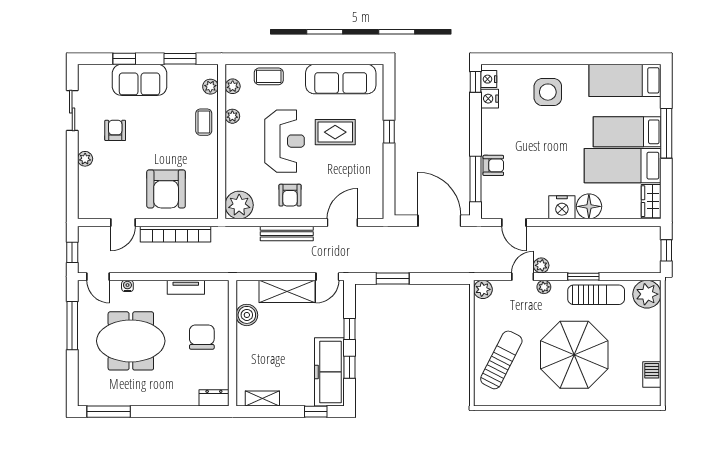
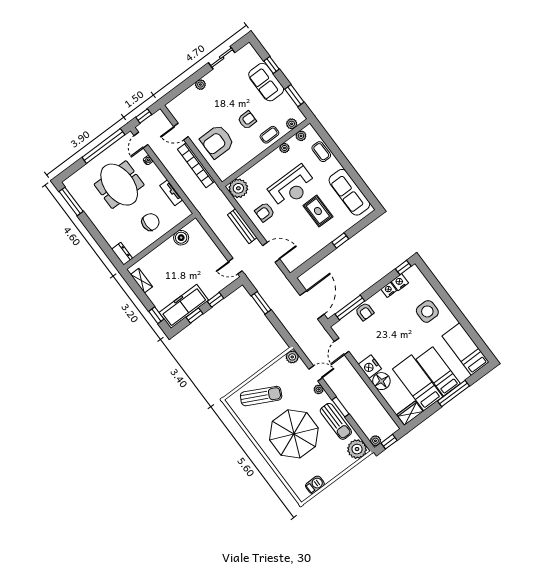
nightstand: (489, 79) -> (389, 290), moved
armchair: (115, 130) -> (247, 120), moved
plant: (541, 265) -> (375, 441), moved
shelving: (287, 291) -> (211, 250), removed
window: (72, 326) -> (103, 146), width x1.46

